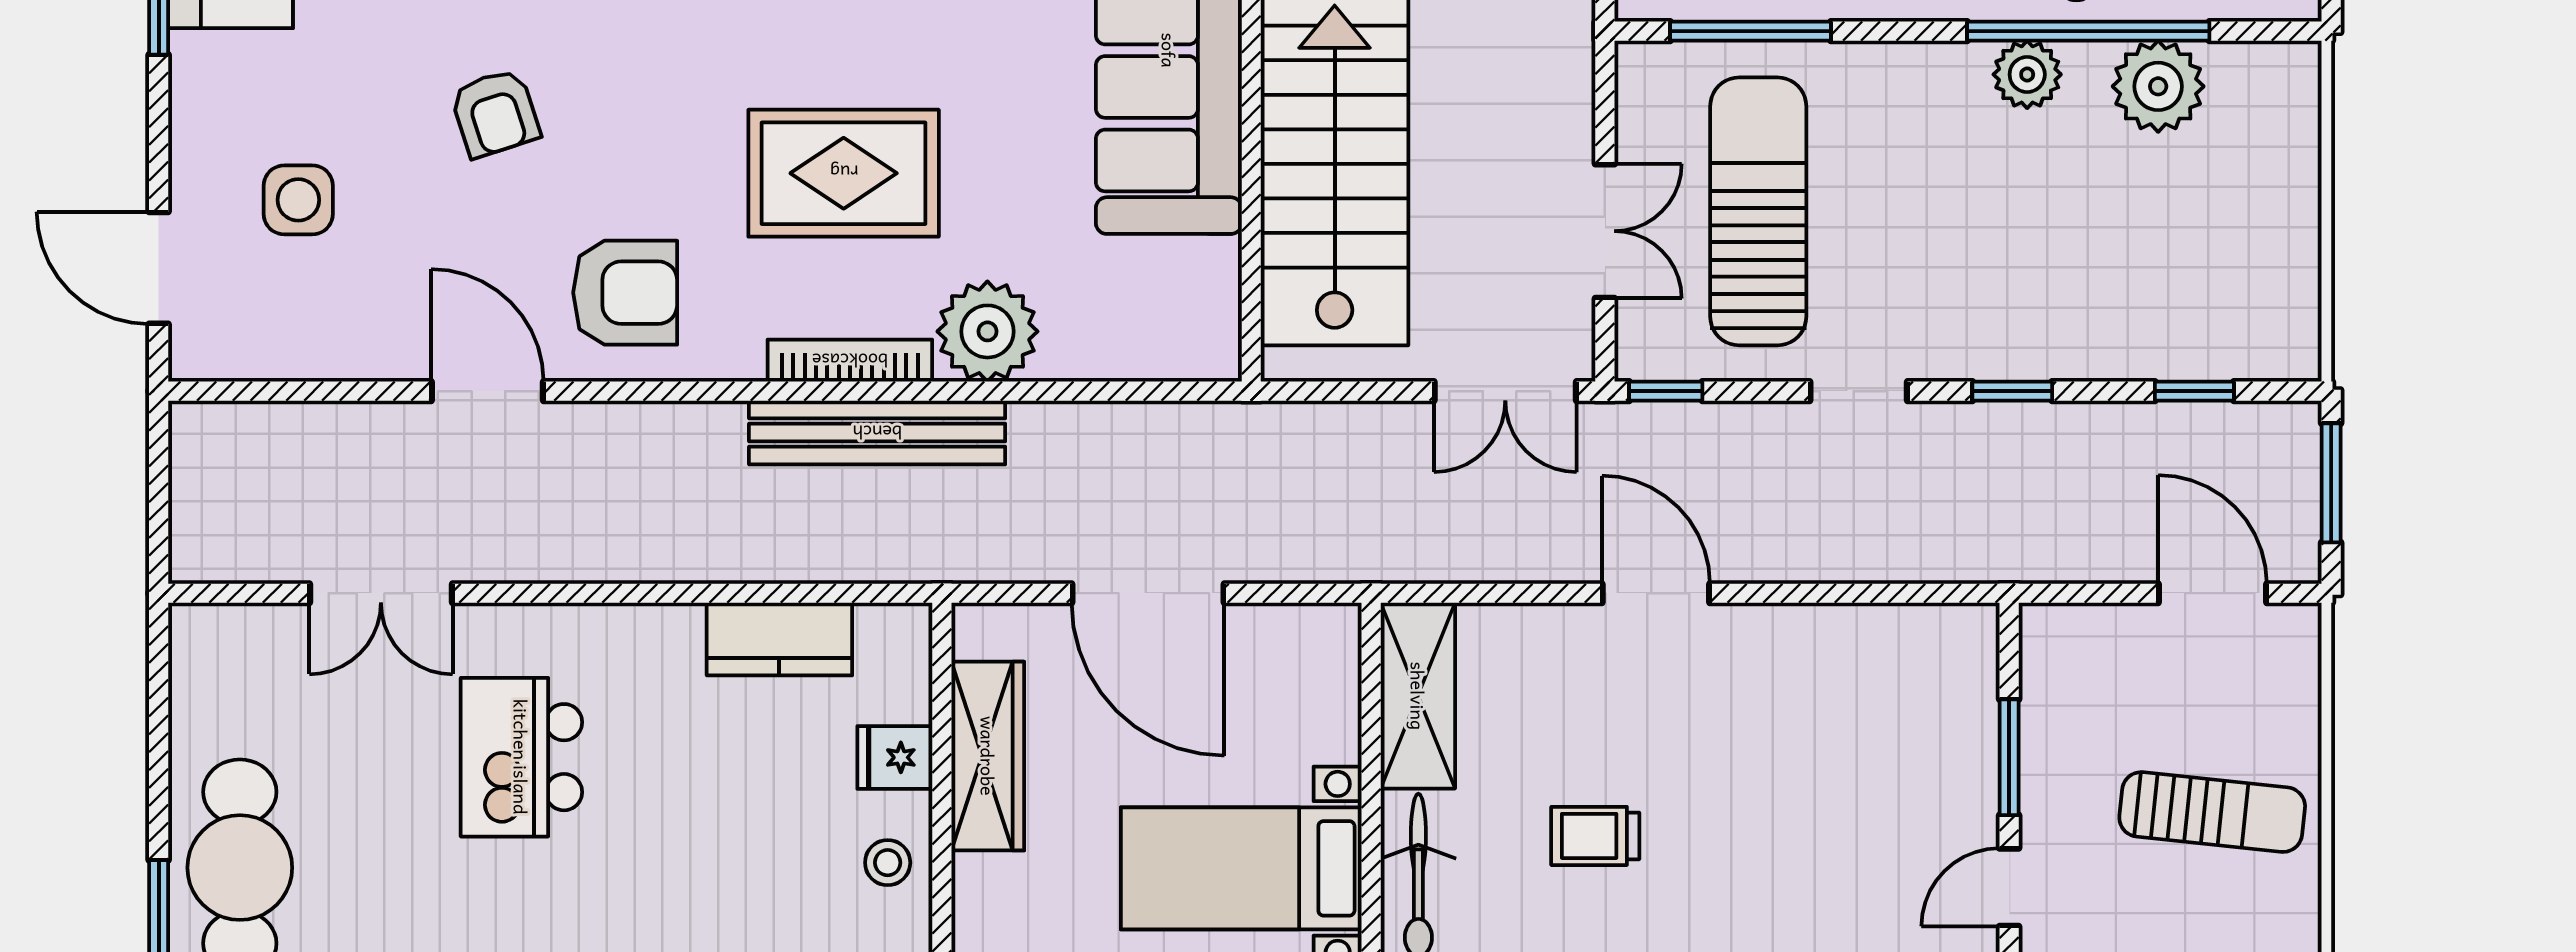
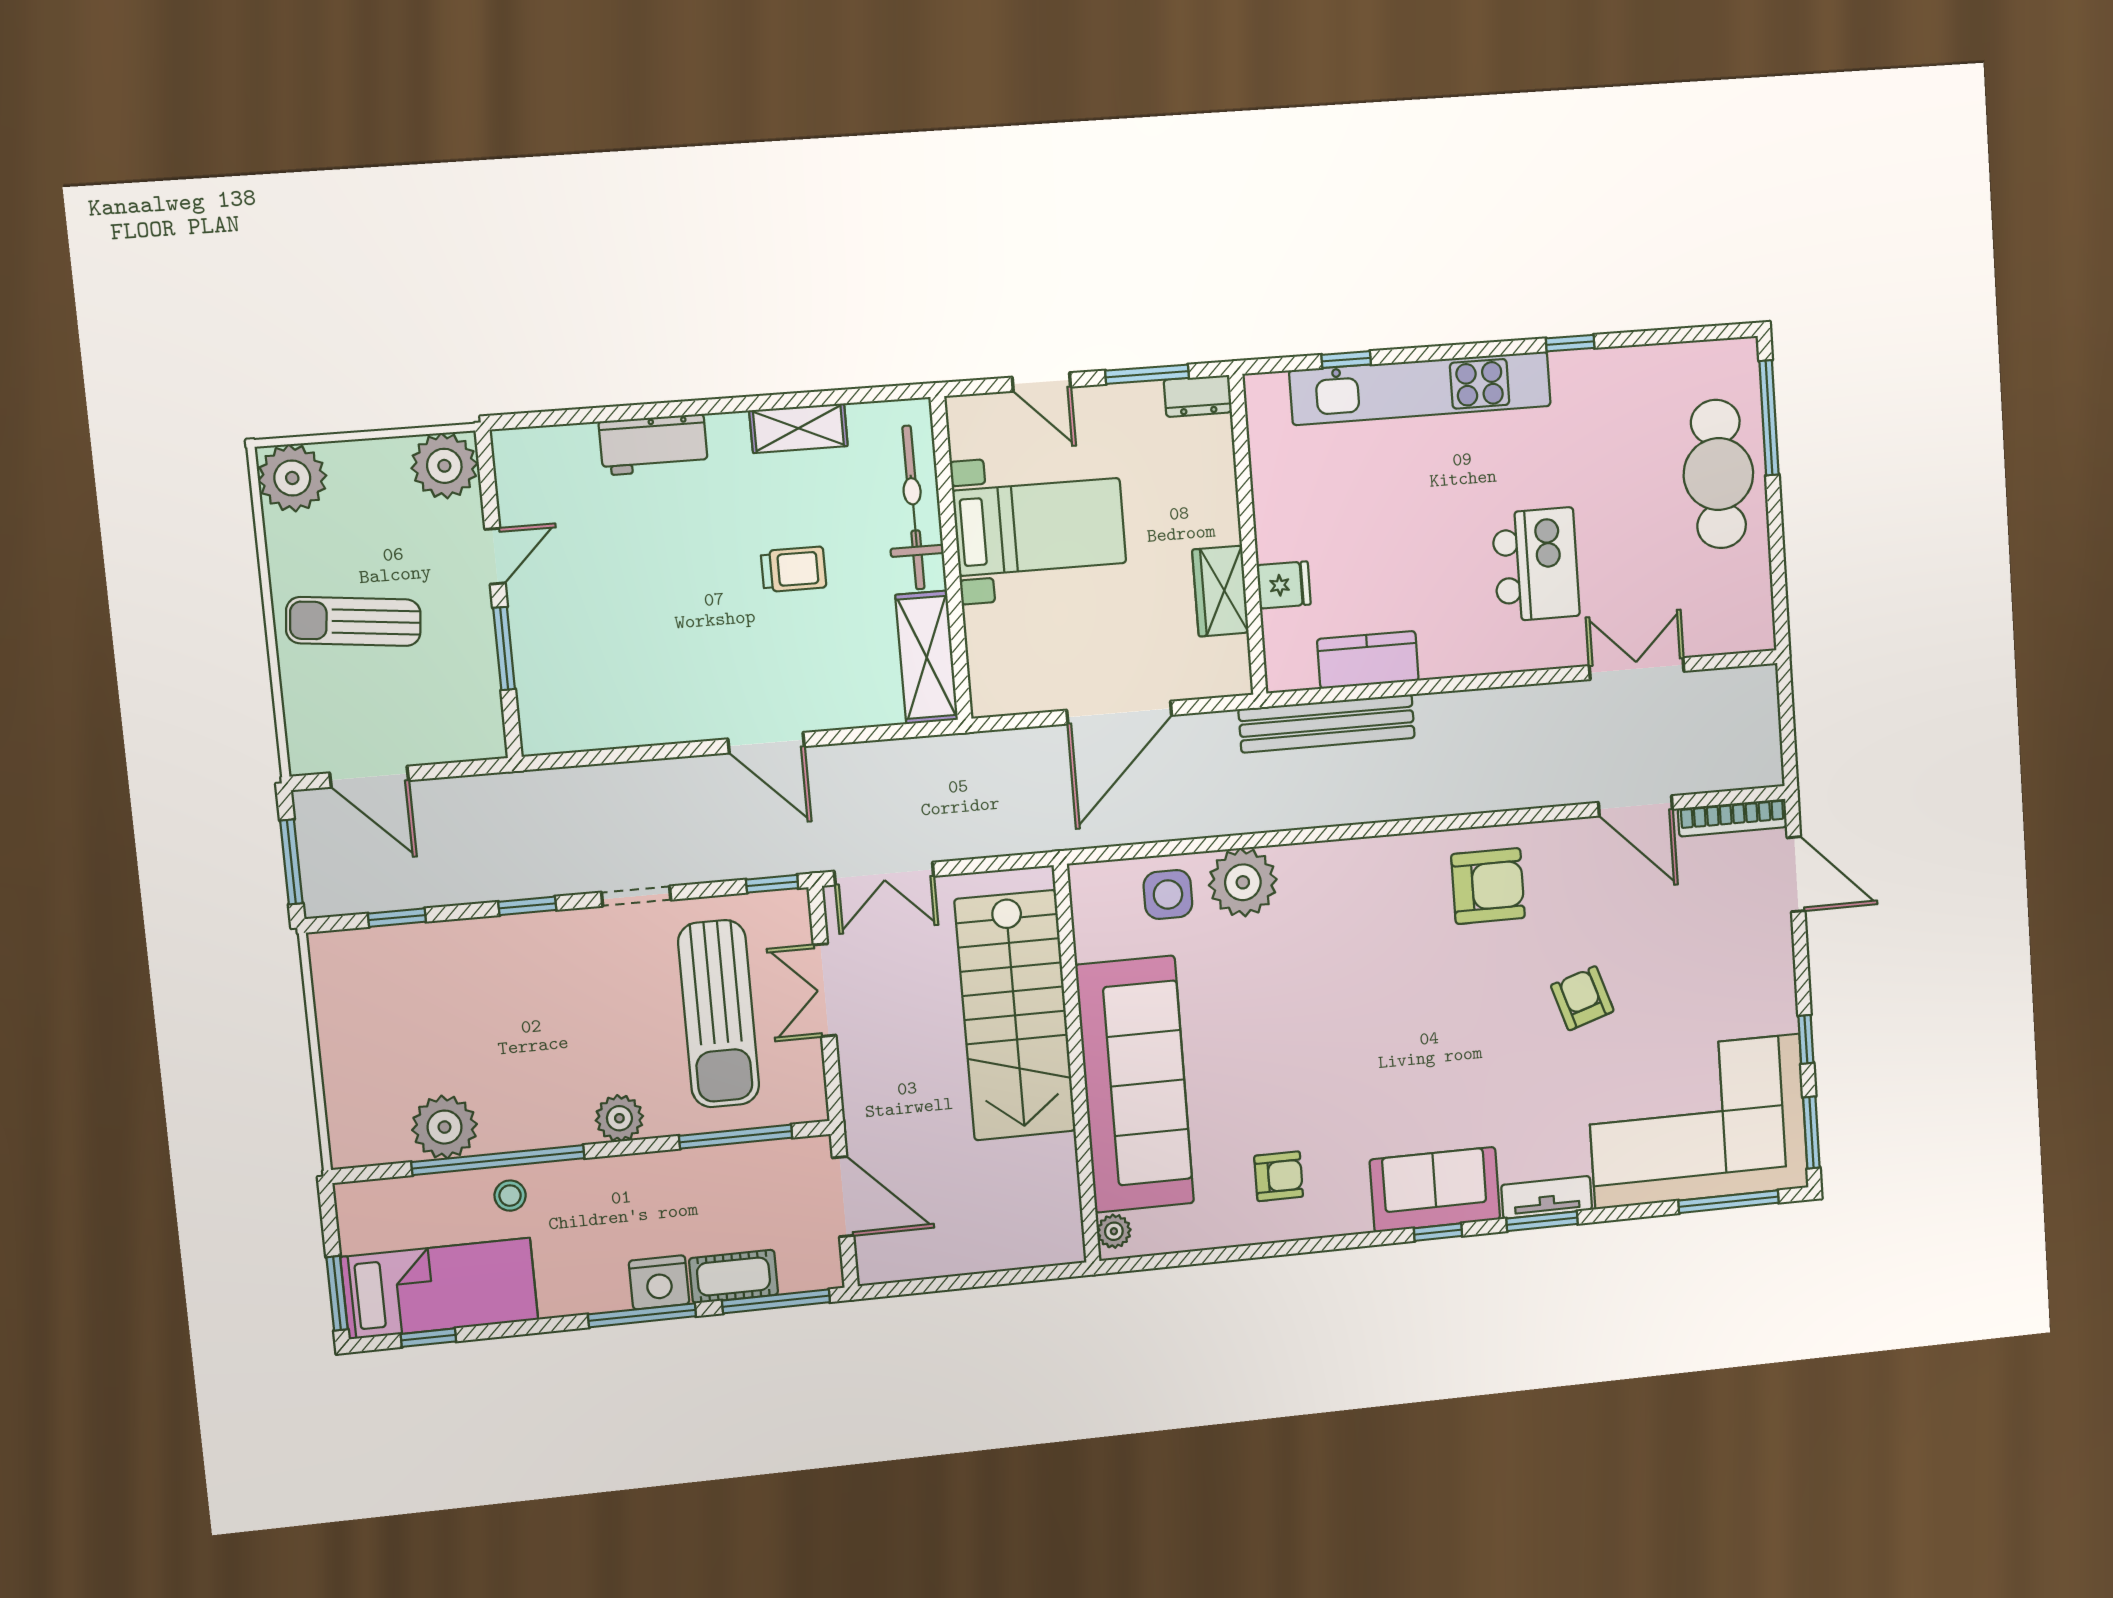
plant: (2027, 74) -> (619, 1118), moved
rug: (844, 173) -> (1348, 980), removed
side table: (298, 200) -> (1168, 894), moved
armchair: (625, 293) -> (1488, 886), turned 180
bookcase: (850, 361) -> (1732, 818), moved
door: (487, 391) -> (1635, 806), moved
double door: (1505, 391) -> (884, 874), swing flipped
bench: (877, 433) -> (1327, 723), moved
door: (1148, 593) -> (1119, 713), swing flipped
wardrobe: (988, 756) -> (1220, 591), width x0.67
stool: (888, 863) -> (1283, 512), removed

